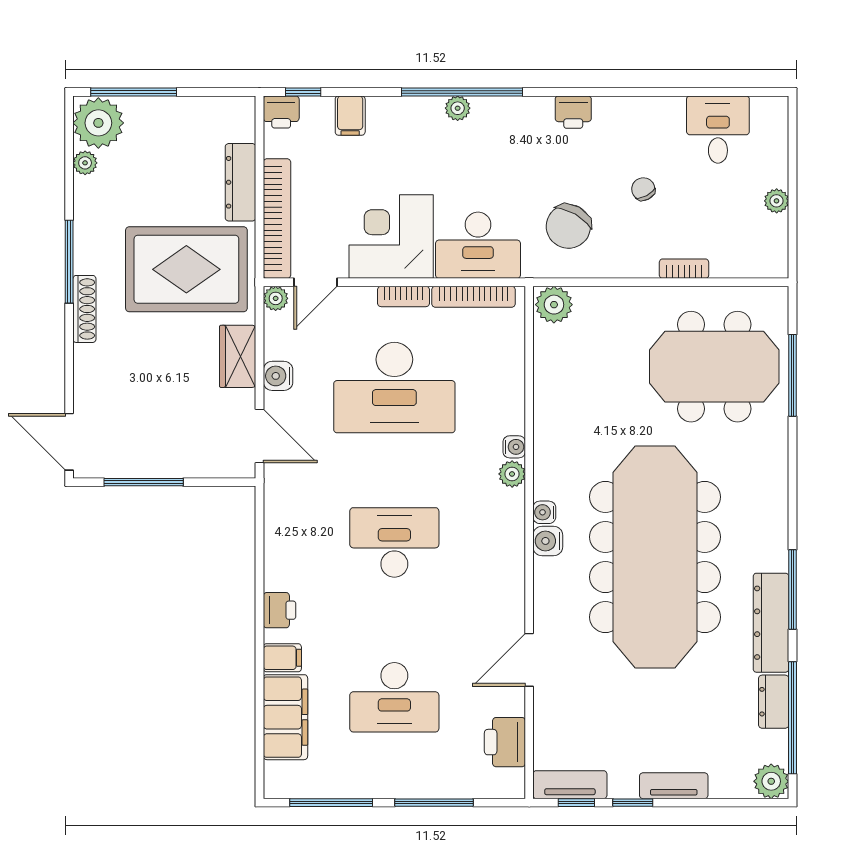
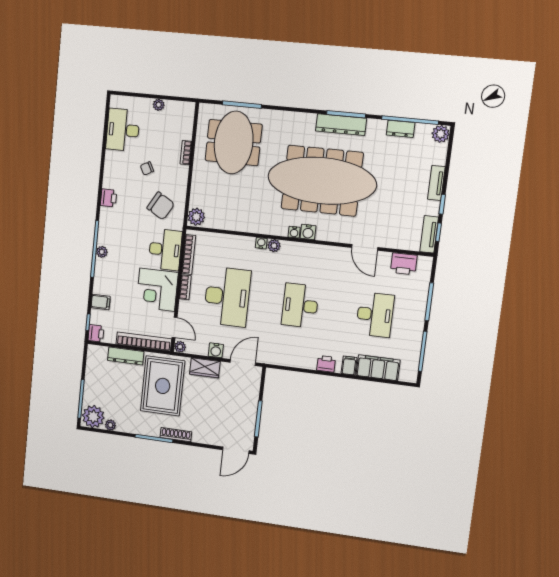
desk: (718, 130) -> (123, 130), width x1.37
dresser: (771, 623) -> (341, 125), moved

